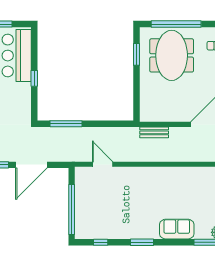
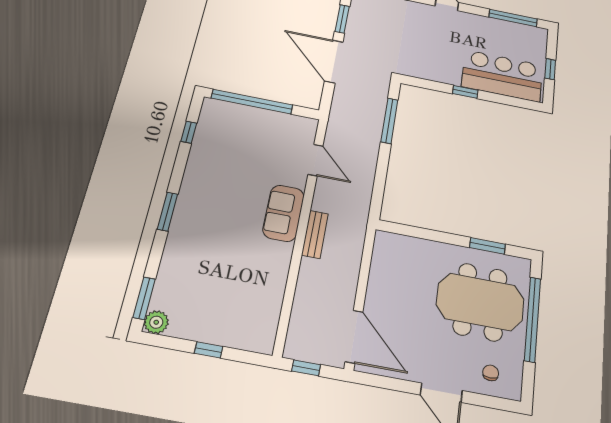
bench: (154, 132) -> (315, 234), moved
door: (103, 164) -> (316, 160), hinge flipped
sofa: (177, 229) -> (284, 213), moved, turned 180
window: (142, 242) -> (167, 212), moved

